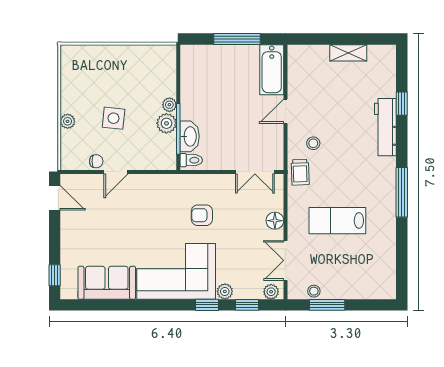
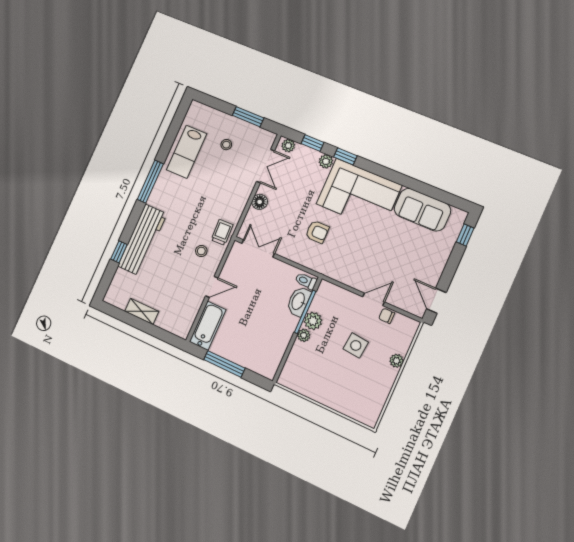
workbench: (385, 127) -> (142, 240), width x1.36, depth x1.32
lab bench: (337, 221) -> (187, 152), moved, turned 90
stool: (314, 291) -> (226, 145), moved

